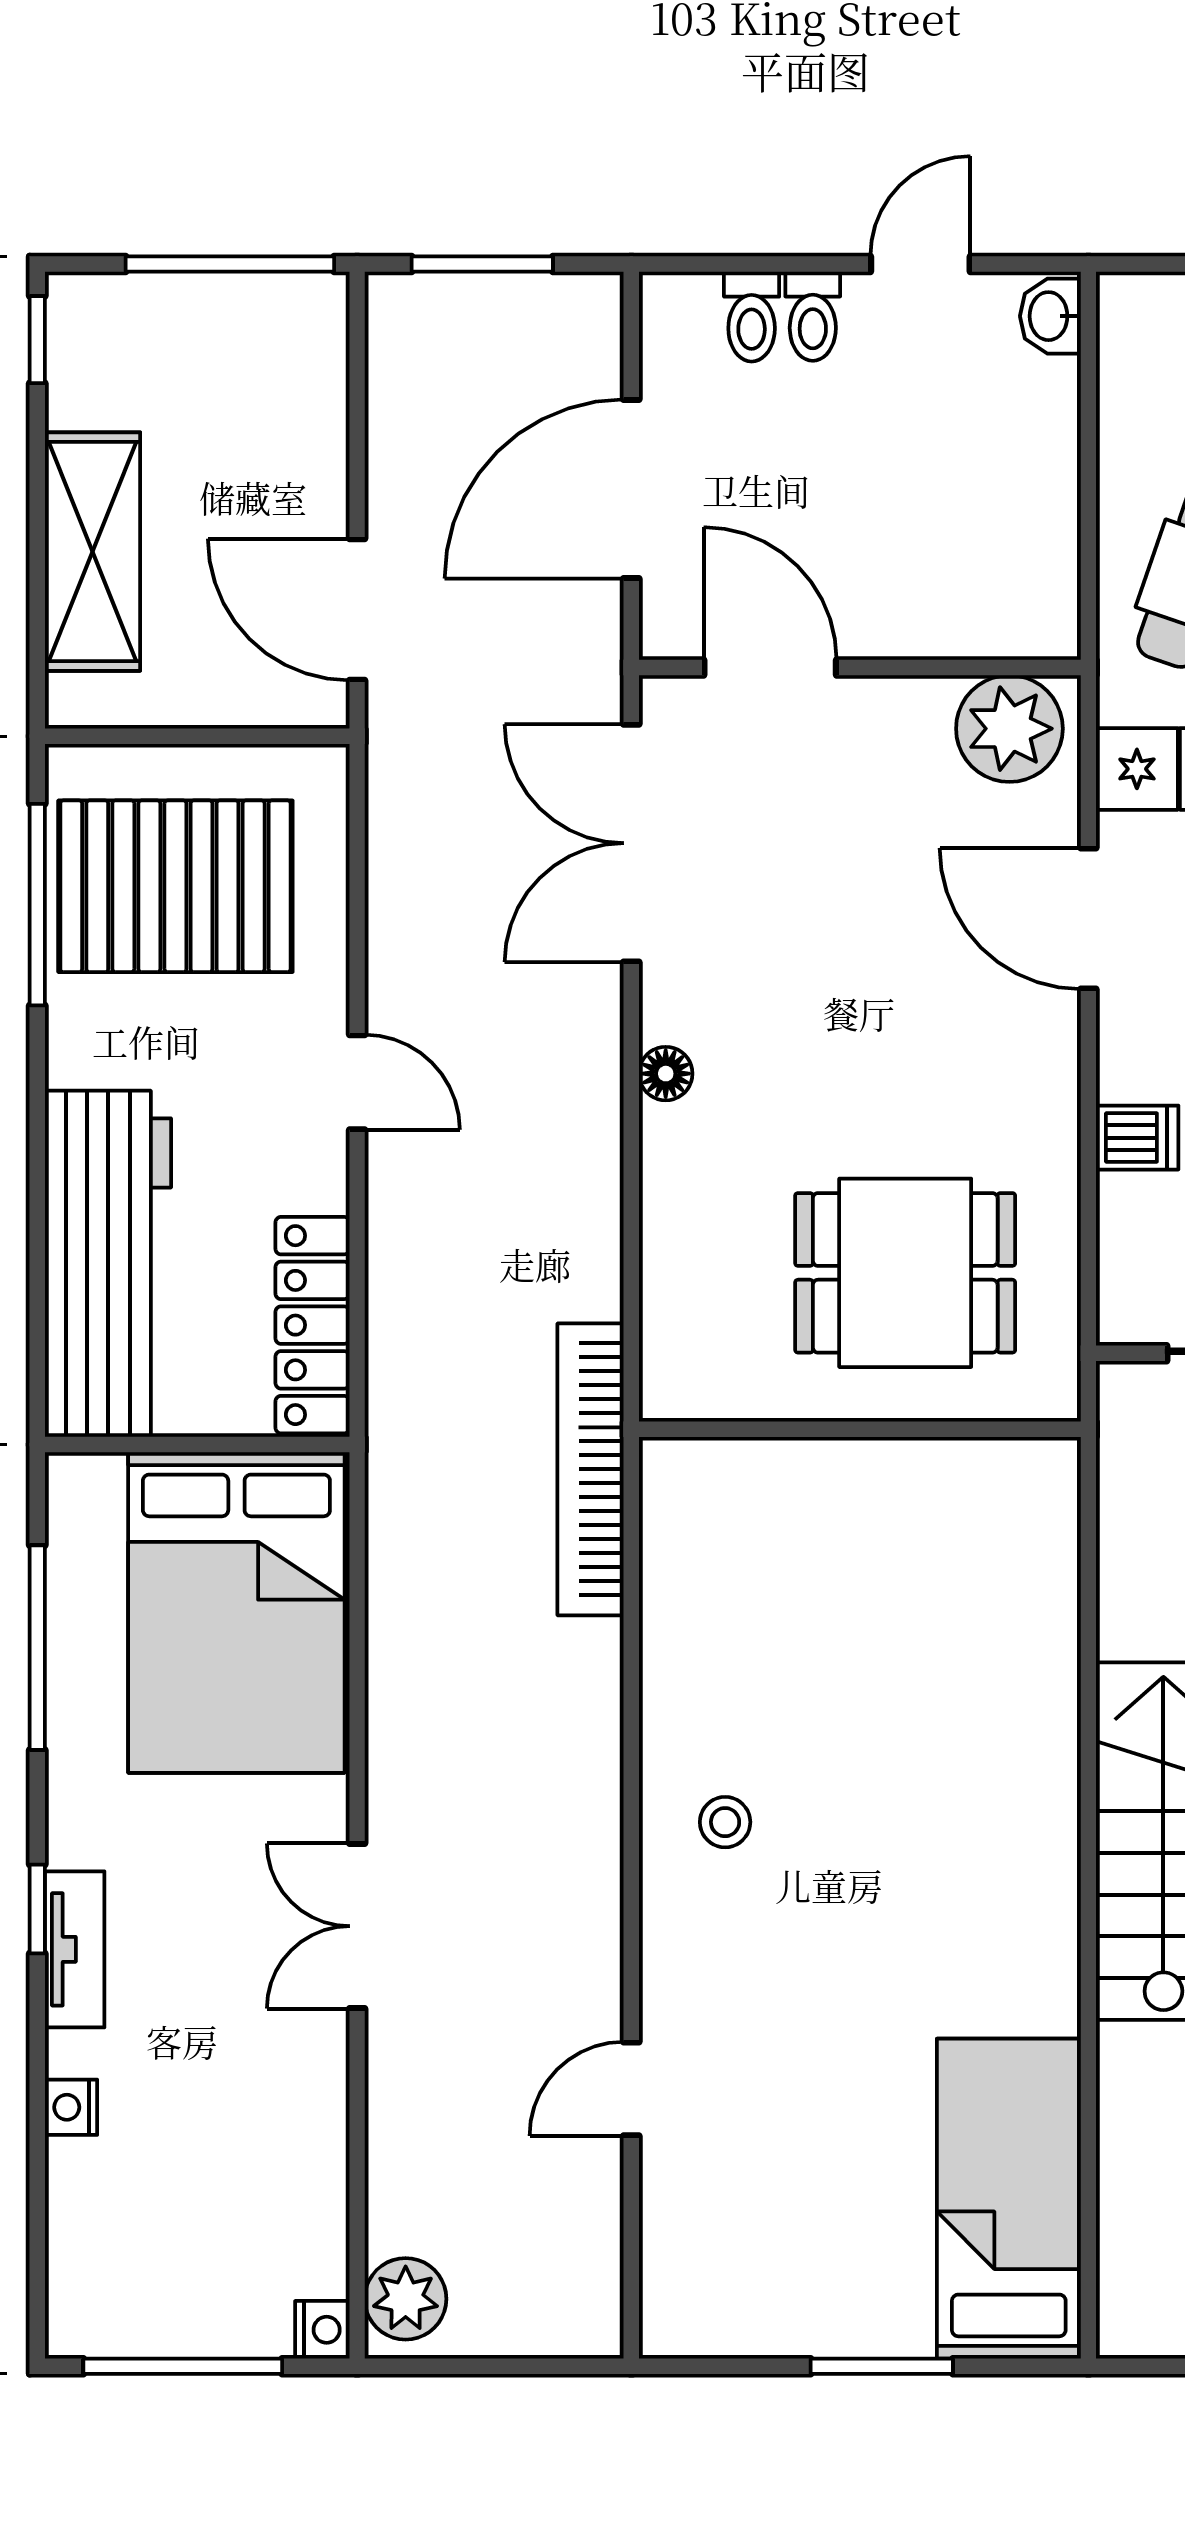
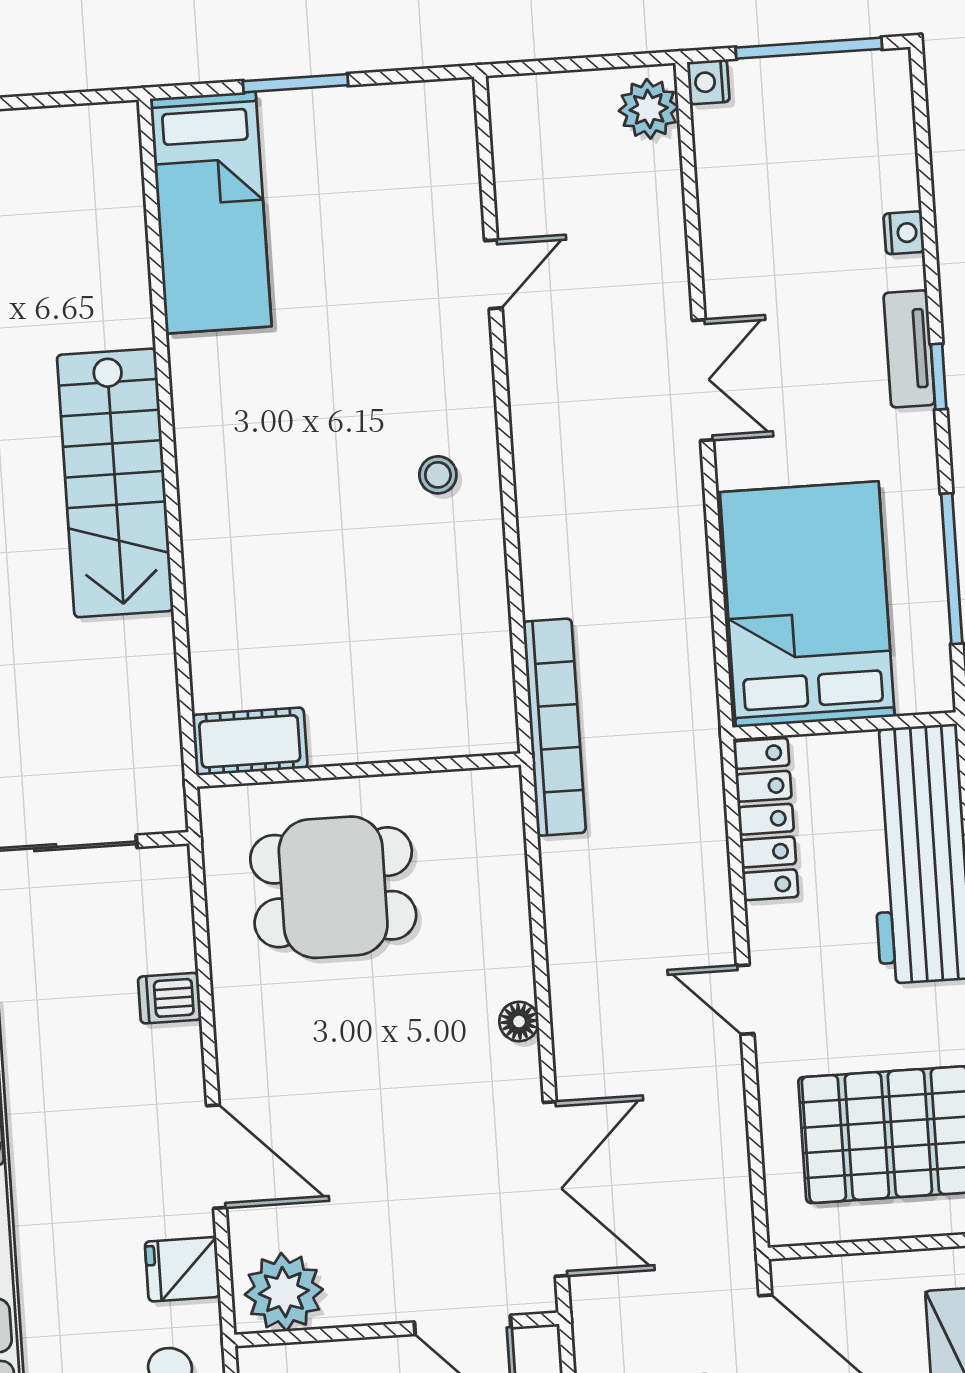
cot: (1005, 1478) -> (250, 741), added

